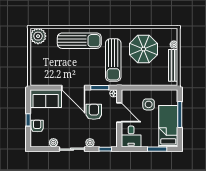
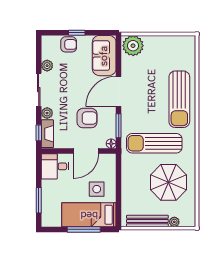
plant: (38, 36) -> (133, 46), moved
bed: (168, 126) -> (89, 215), moved, turned 180
fireplace: (106, 142) -> (47, 134), added

